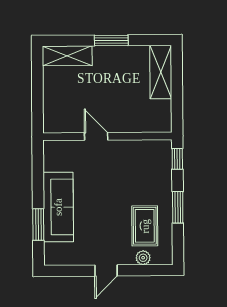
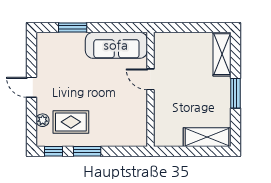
door: (96, 136) -> (150, 79), swing flipped
window: (177, 159) -> (53, 151), moved
sofa: (58, 207) -> (116, 45), moved

